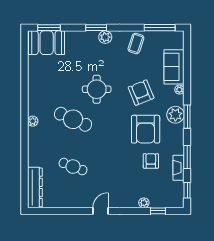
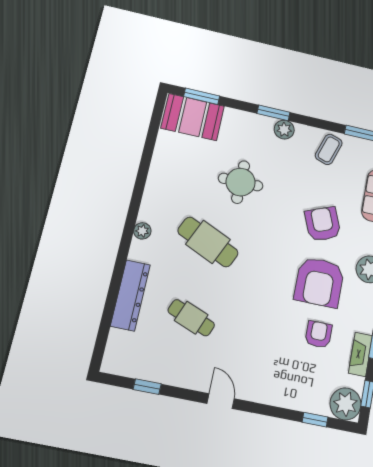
round table: (97, 89) -> (241, 182), moved
dresser: (35, 187) -> (130, 295), moved
plant: (144, 203) -> (345, 404), moved, width x1.87, depth x1.87
window: (57, 211) -> (147, 387), added
door: (100, 211) -> (221, 401), hinge flipped

